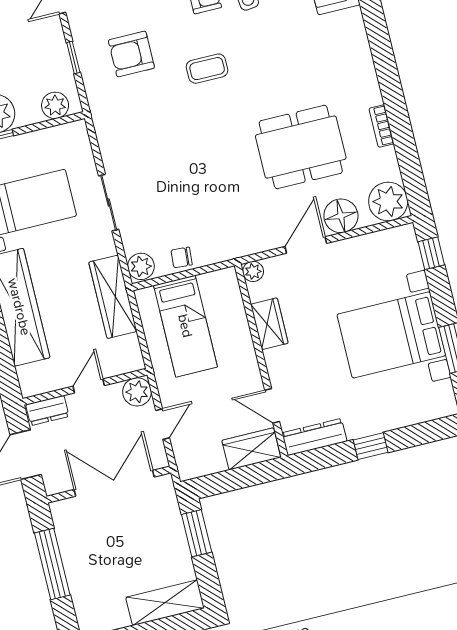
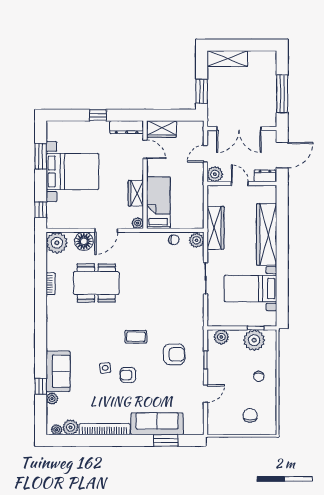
bed: (185, 326) -> (158, 203), moved
door: (89, 386) -> (240, 184), swing flipped

